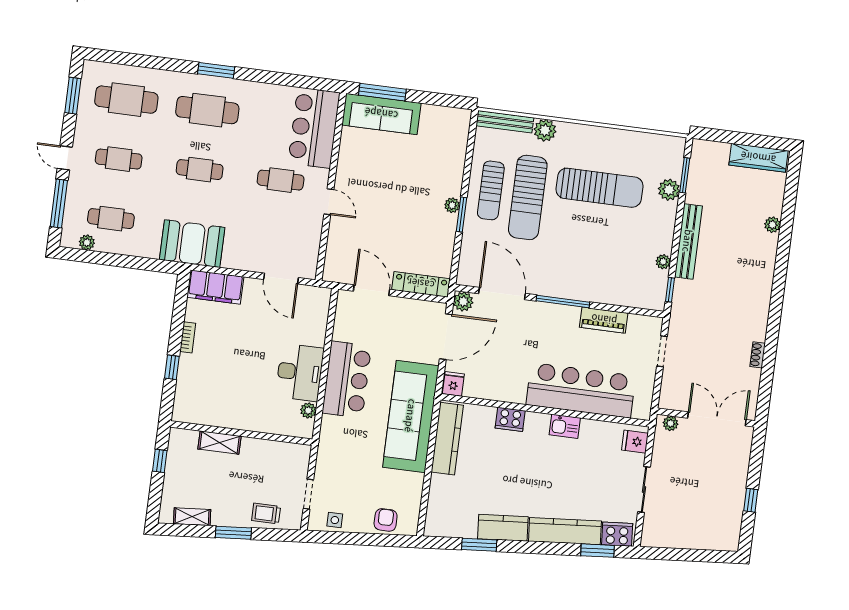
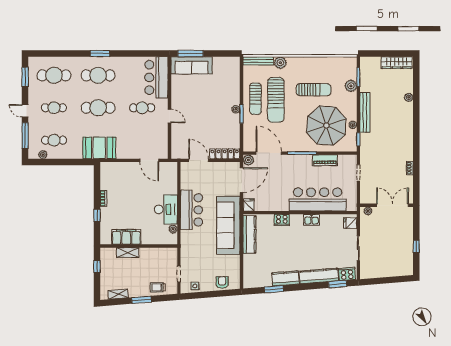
cafe table: (200, 170) -> (98, 108), width x1.37, depth x1.35
sun lounger: (600, 188) -> (314, 90), width x0.73, depth x0.75
parasol: (615, 257) -> (326, 126), added
filing cabinet: (215, 287) -> (126, 237), moved, turned 180

